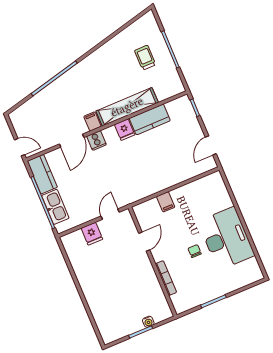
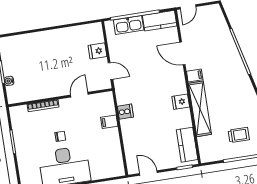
kitchen counter: (150, 119) -> (187, 145), moved
cooker: (96, 140) -> (125, 112), moved, turned 180
door: (144, 242) -> (79, 95), swing flipped

